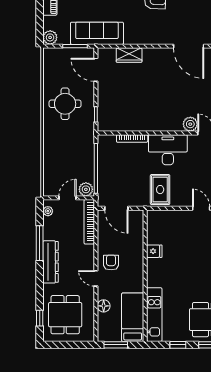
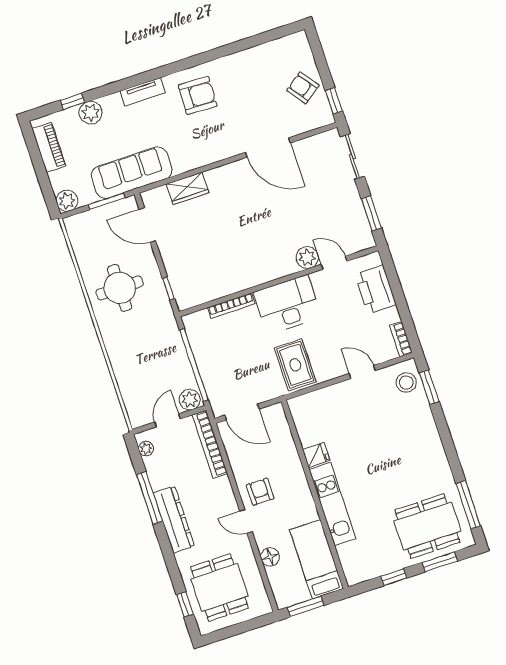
kitchen unit: (154, 315) -> (332, 504), moved

